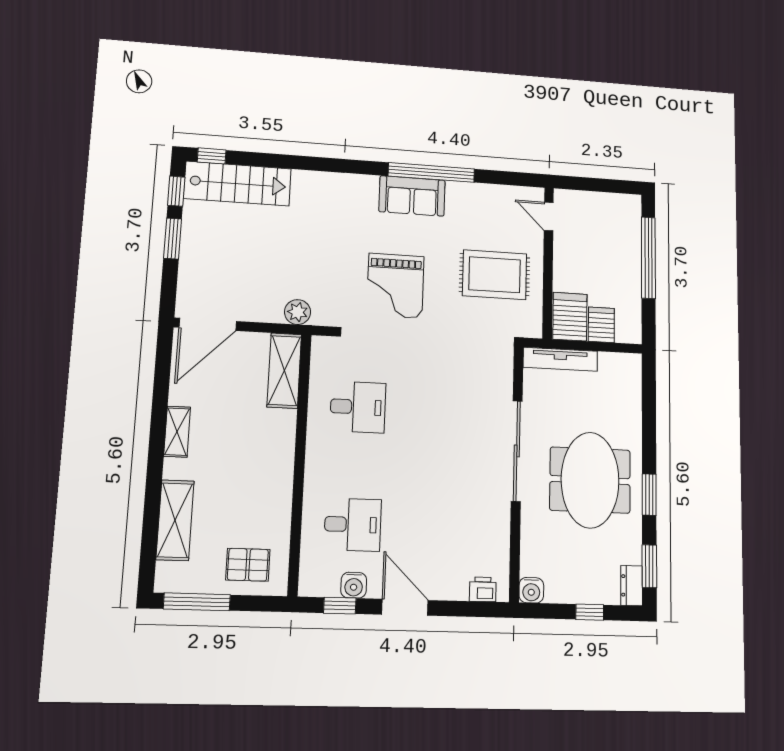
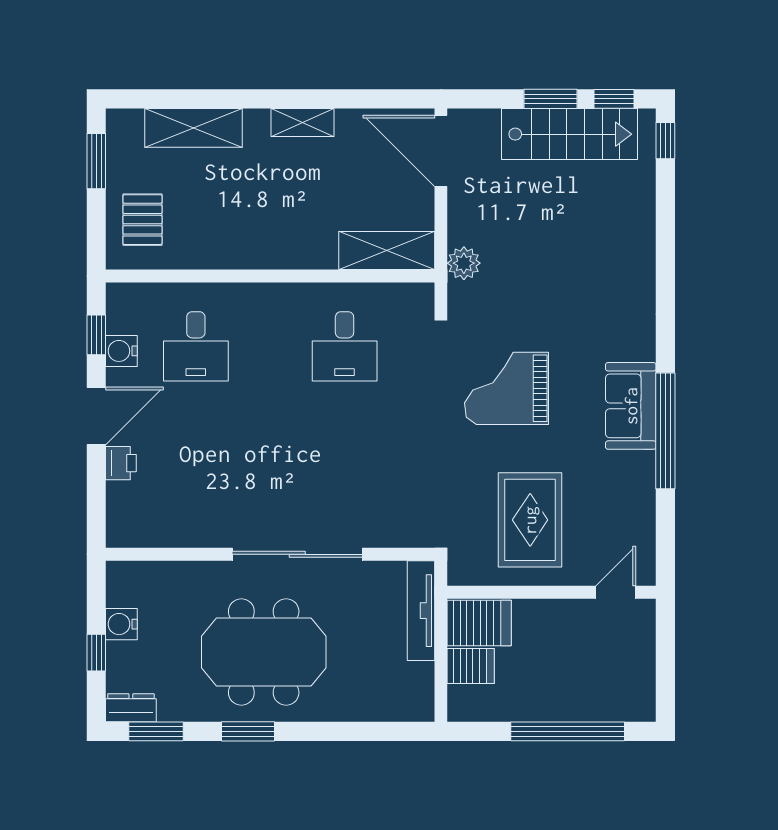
stairs: (238, 184) -> (570, 134), moved, turned -90
printer: (483, 589) -> (121, 463), moved
water cooler: (531, 590) -> (121, 624), moved
window: (197, 602) -> (96, 161), width x0.69

